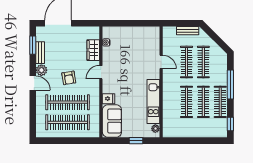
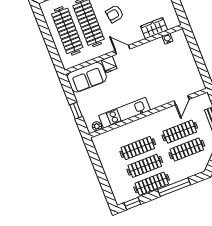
door: (161, 62) -> (182, 100), moved
door: (101, 72) -> (122, 50), moved

